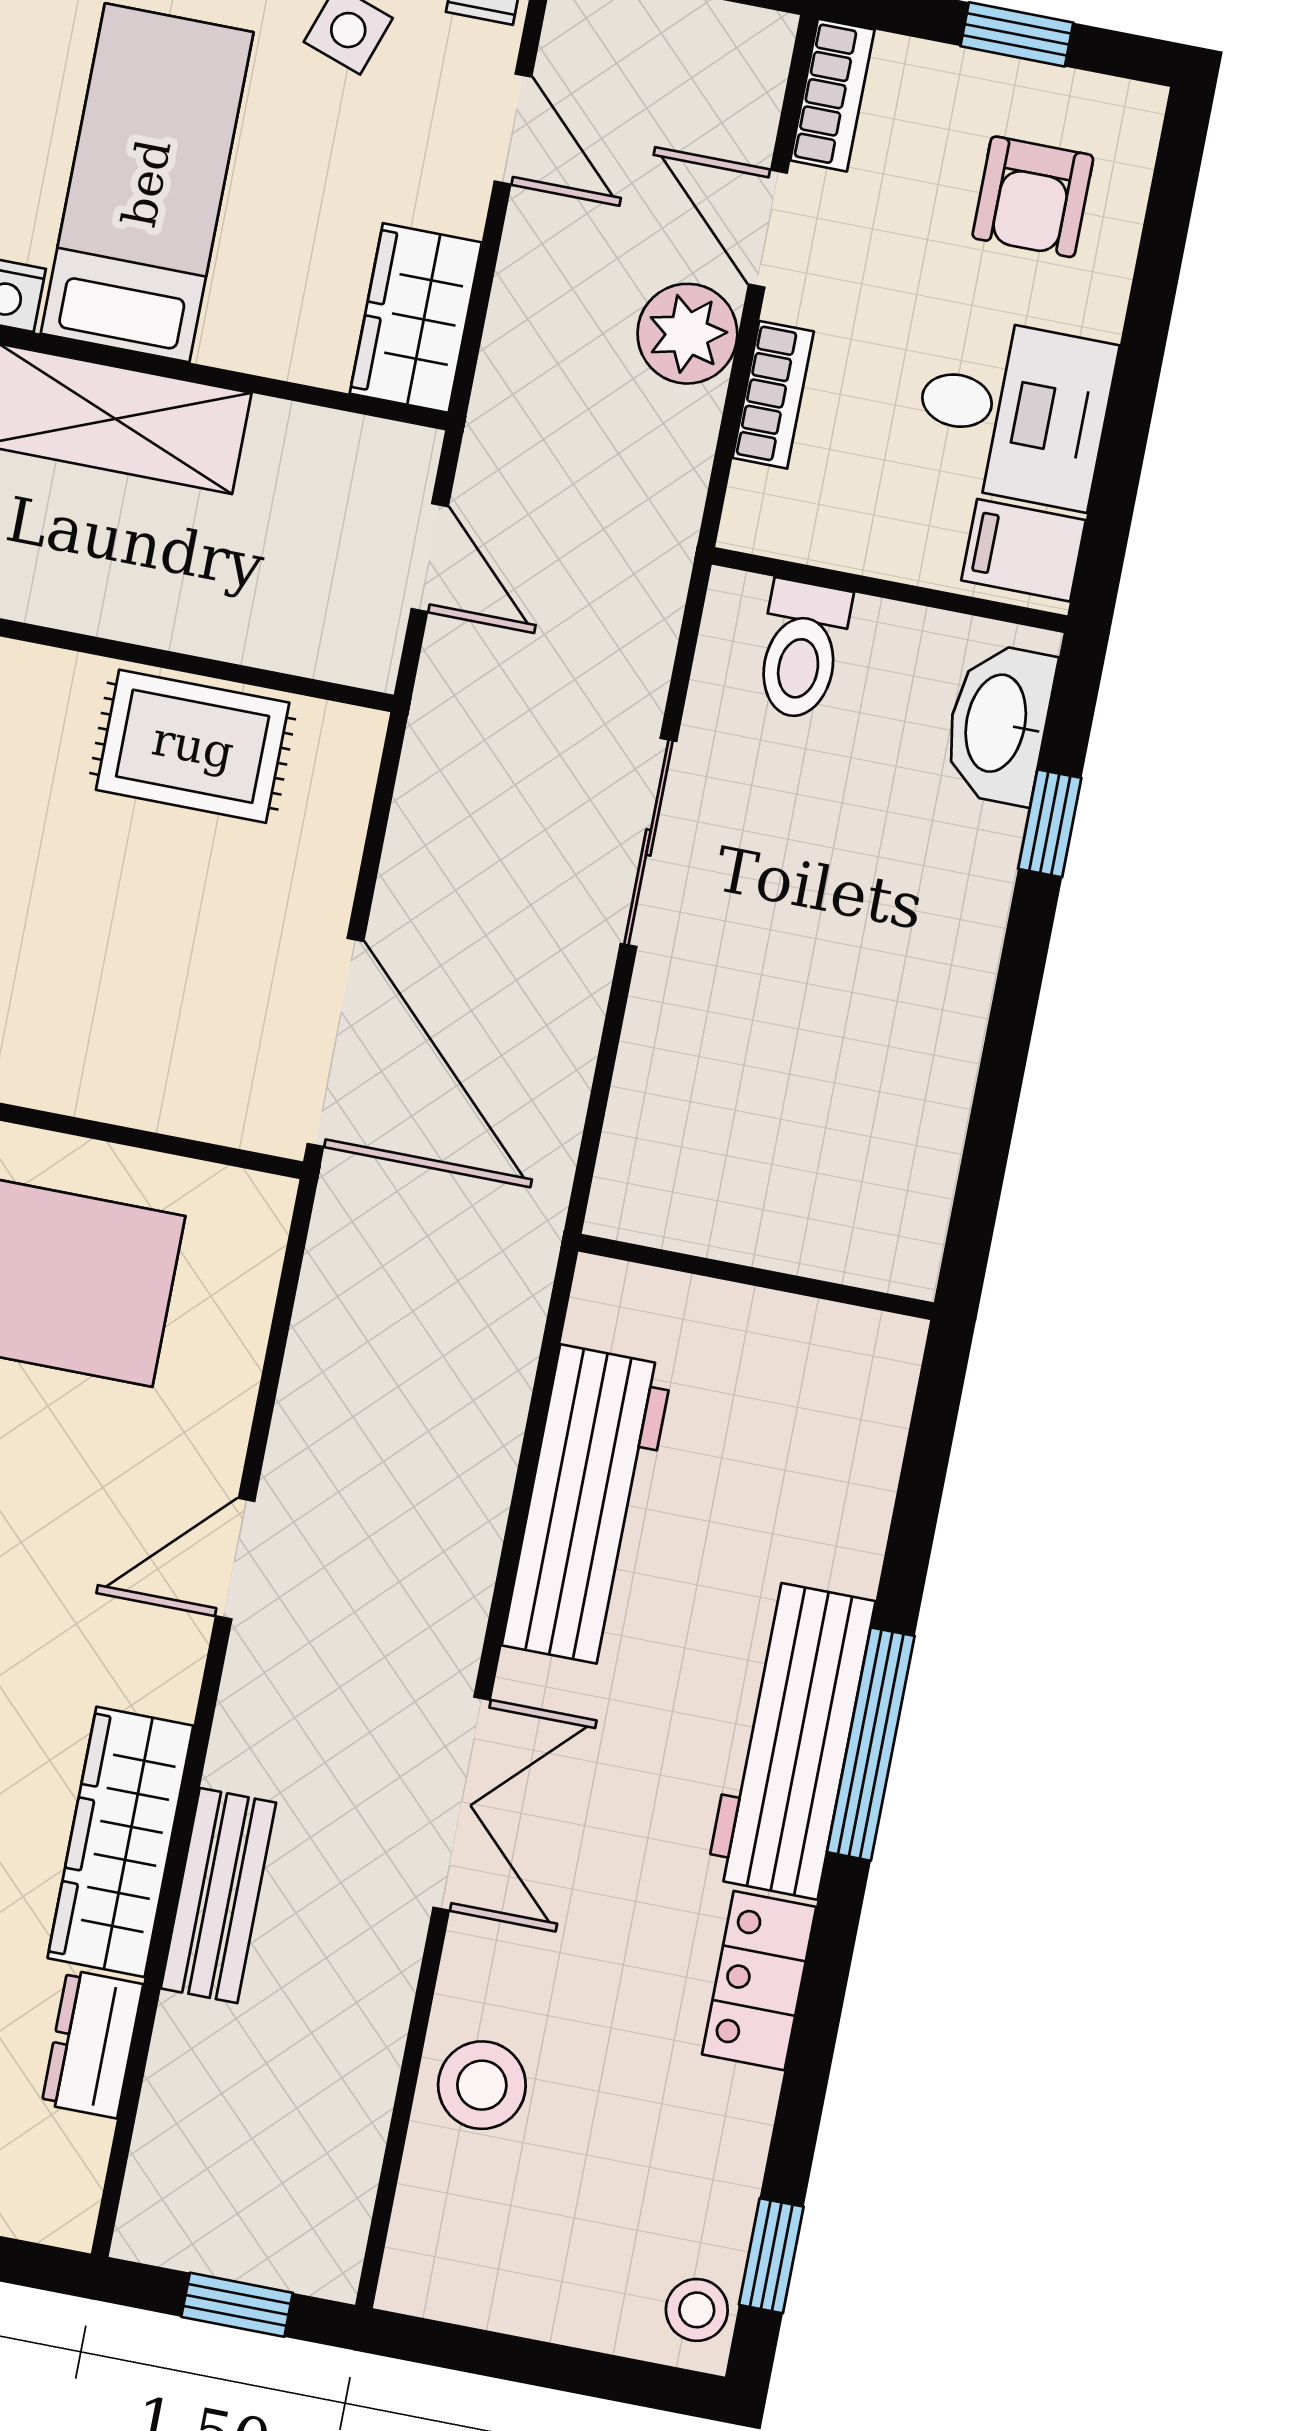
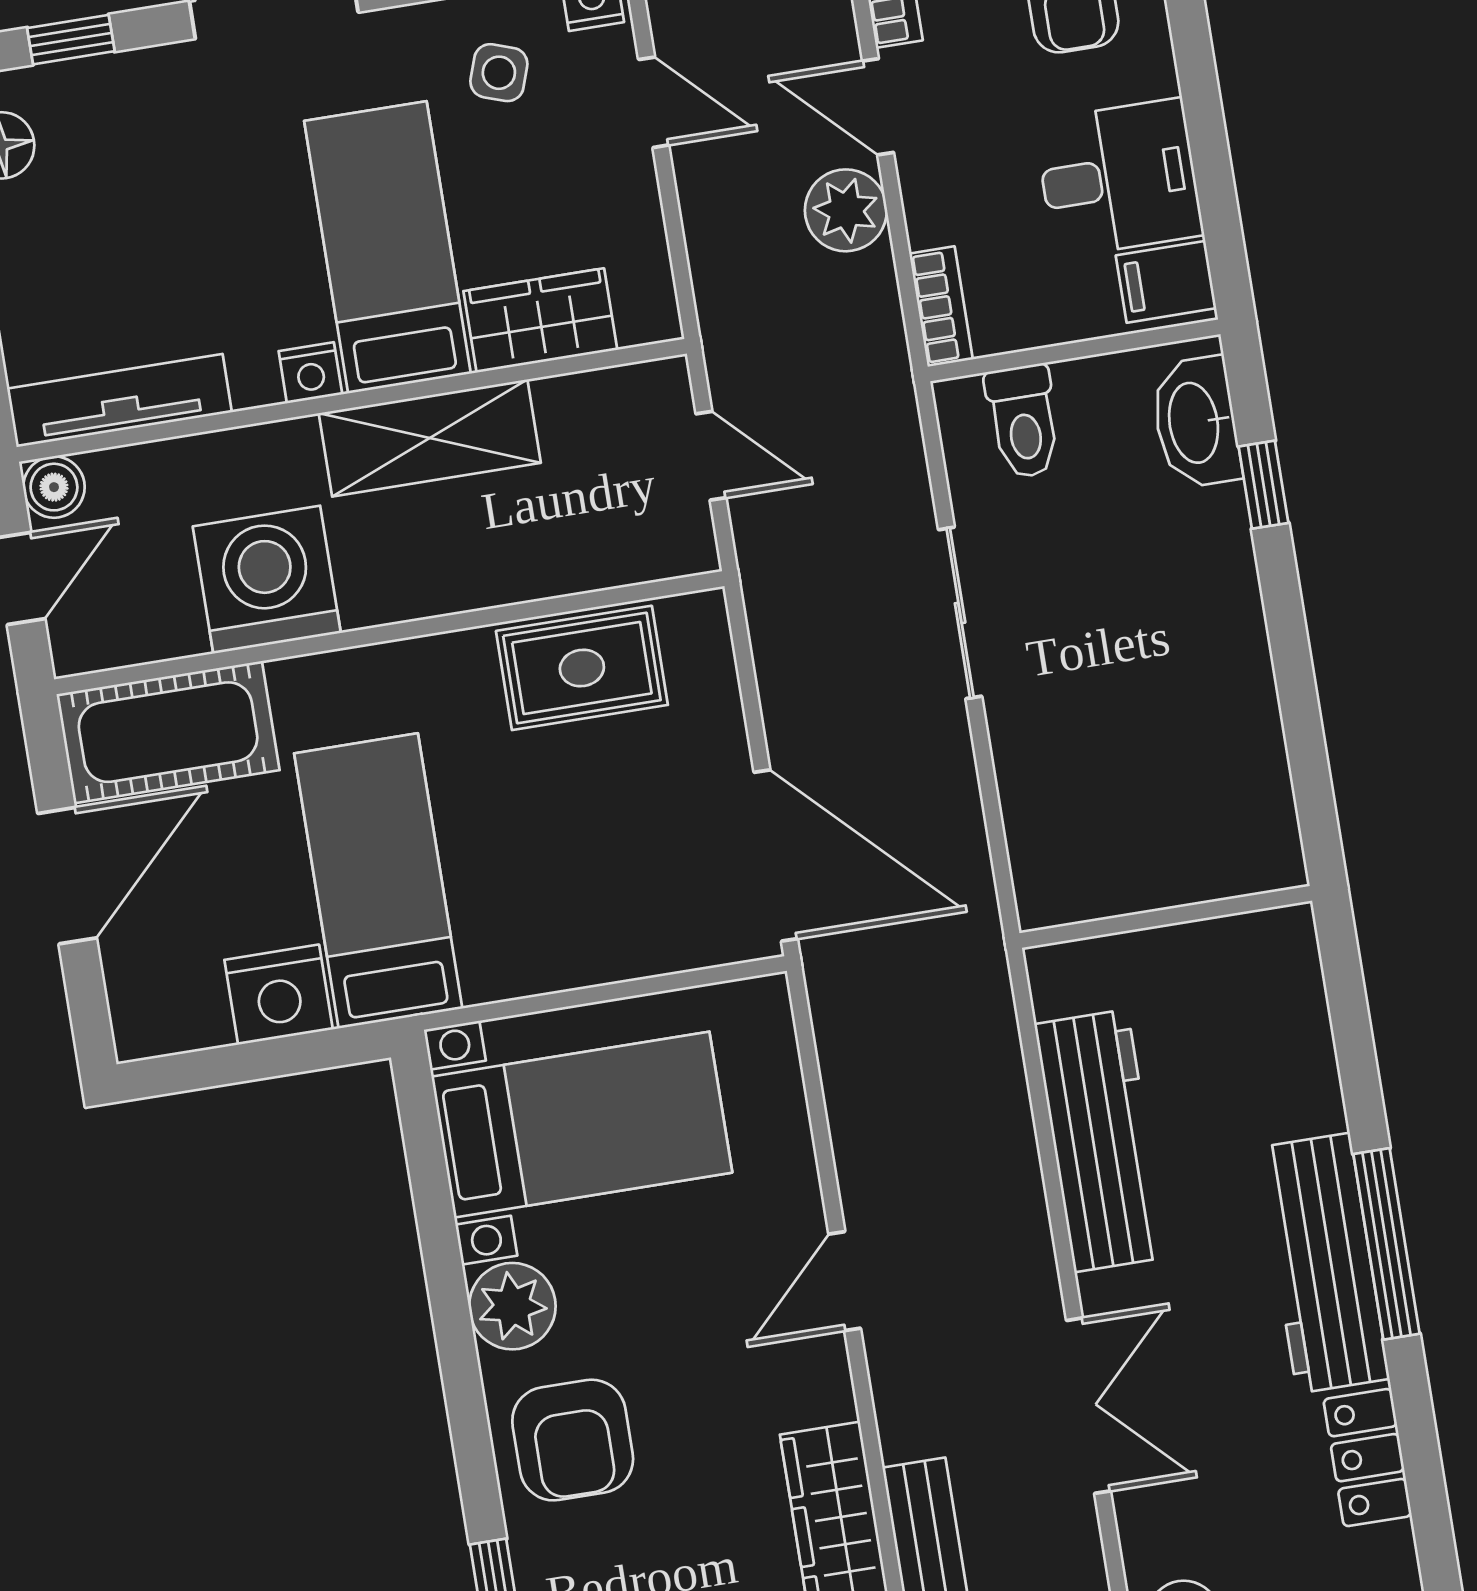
wardrobe: (416, 318) -> (540, 320), moved, turned 90
bookcase: (773, 395) -> (941, 306), moved

